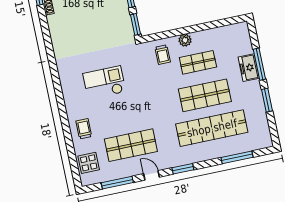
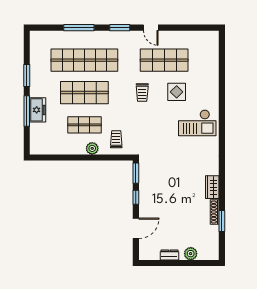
wardrobe: (55, 27) -> (212, 187), added
checkout: (104, 83) -> (197, 123), moved
trolley: (84, 129) -> (142, 93), moved
window: (237, 157) -> (79, 28), moved
display table: (89, 163) -> (177, 92), moved
window: (117, 183) -> (184, 28), removed

